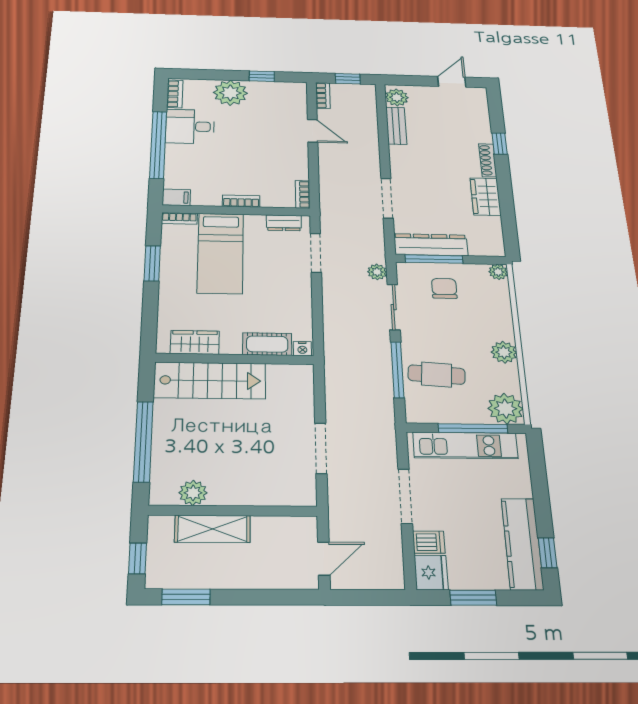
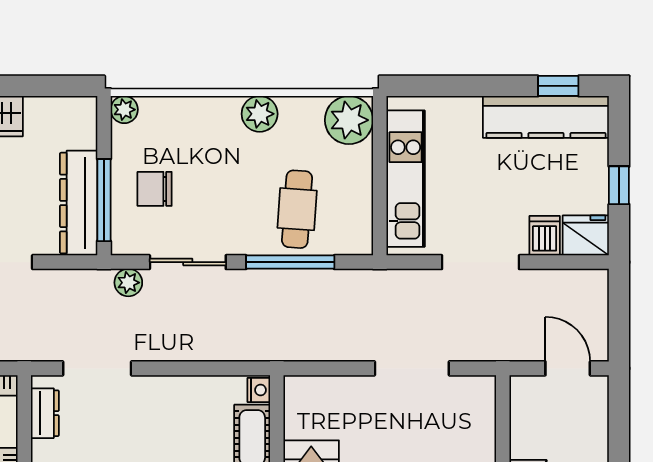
window: (473, 428) -> (380, 166), removed
window: (473, 598) -> (619, 185), width x0.67

